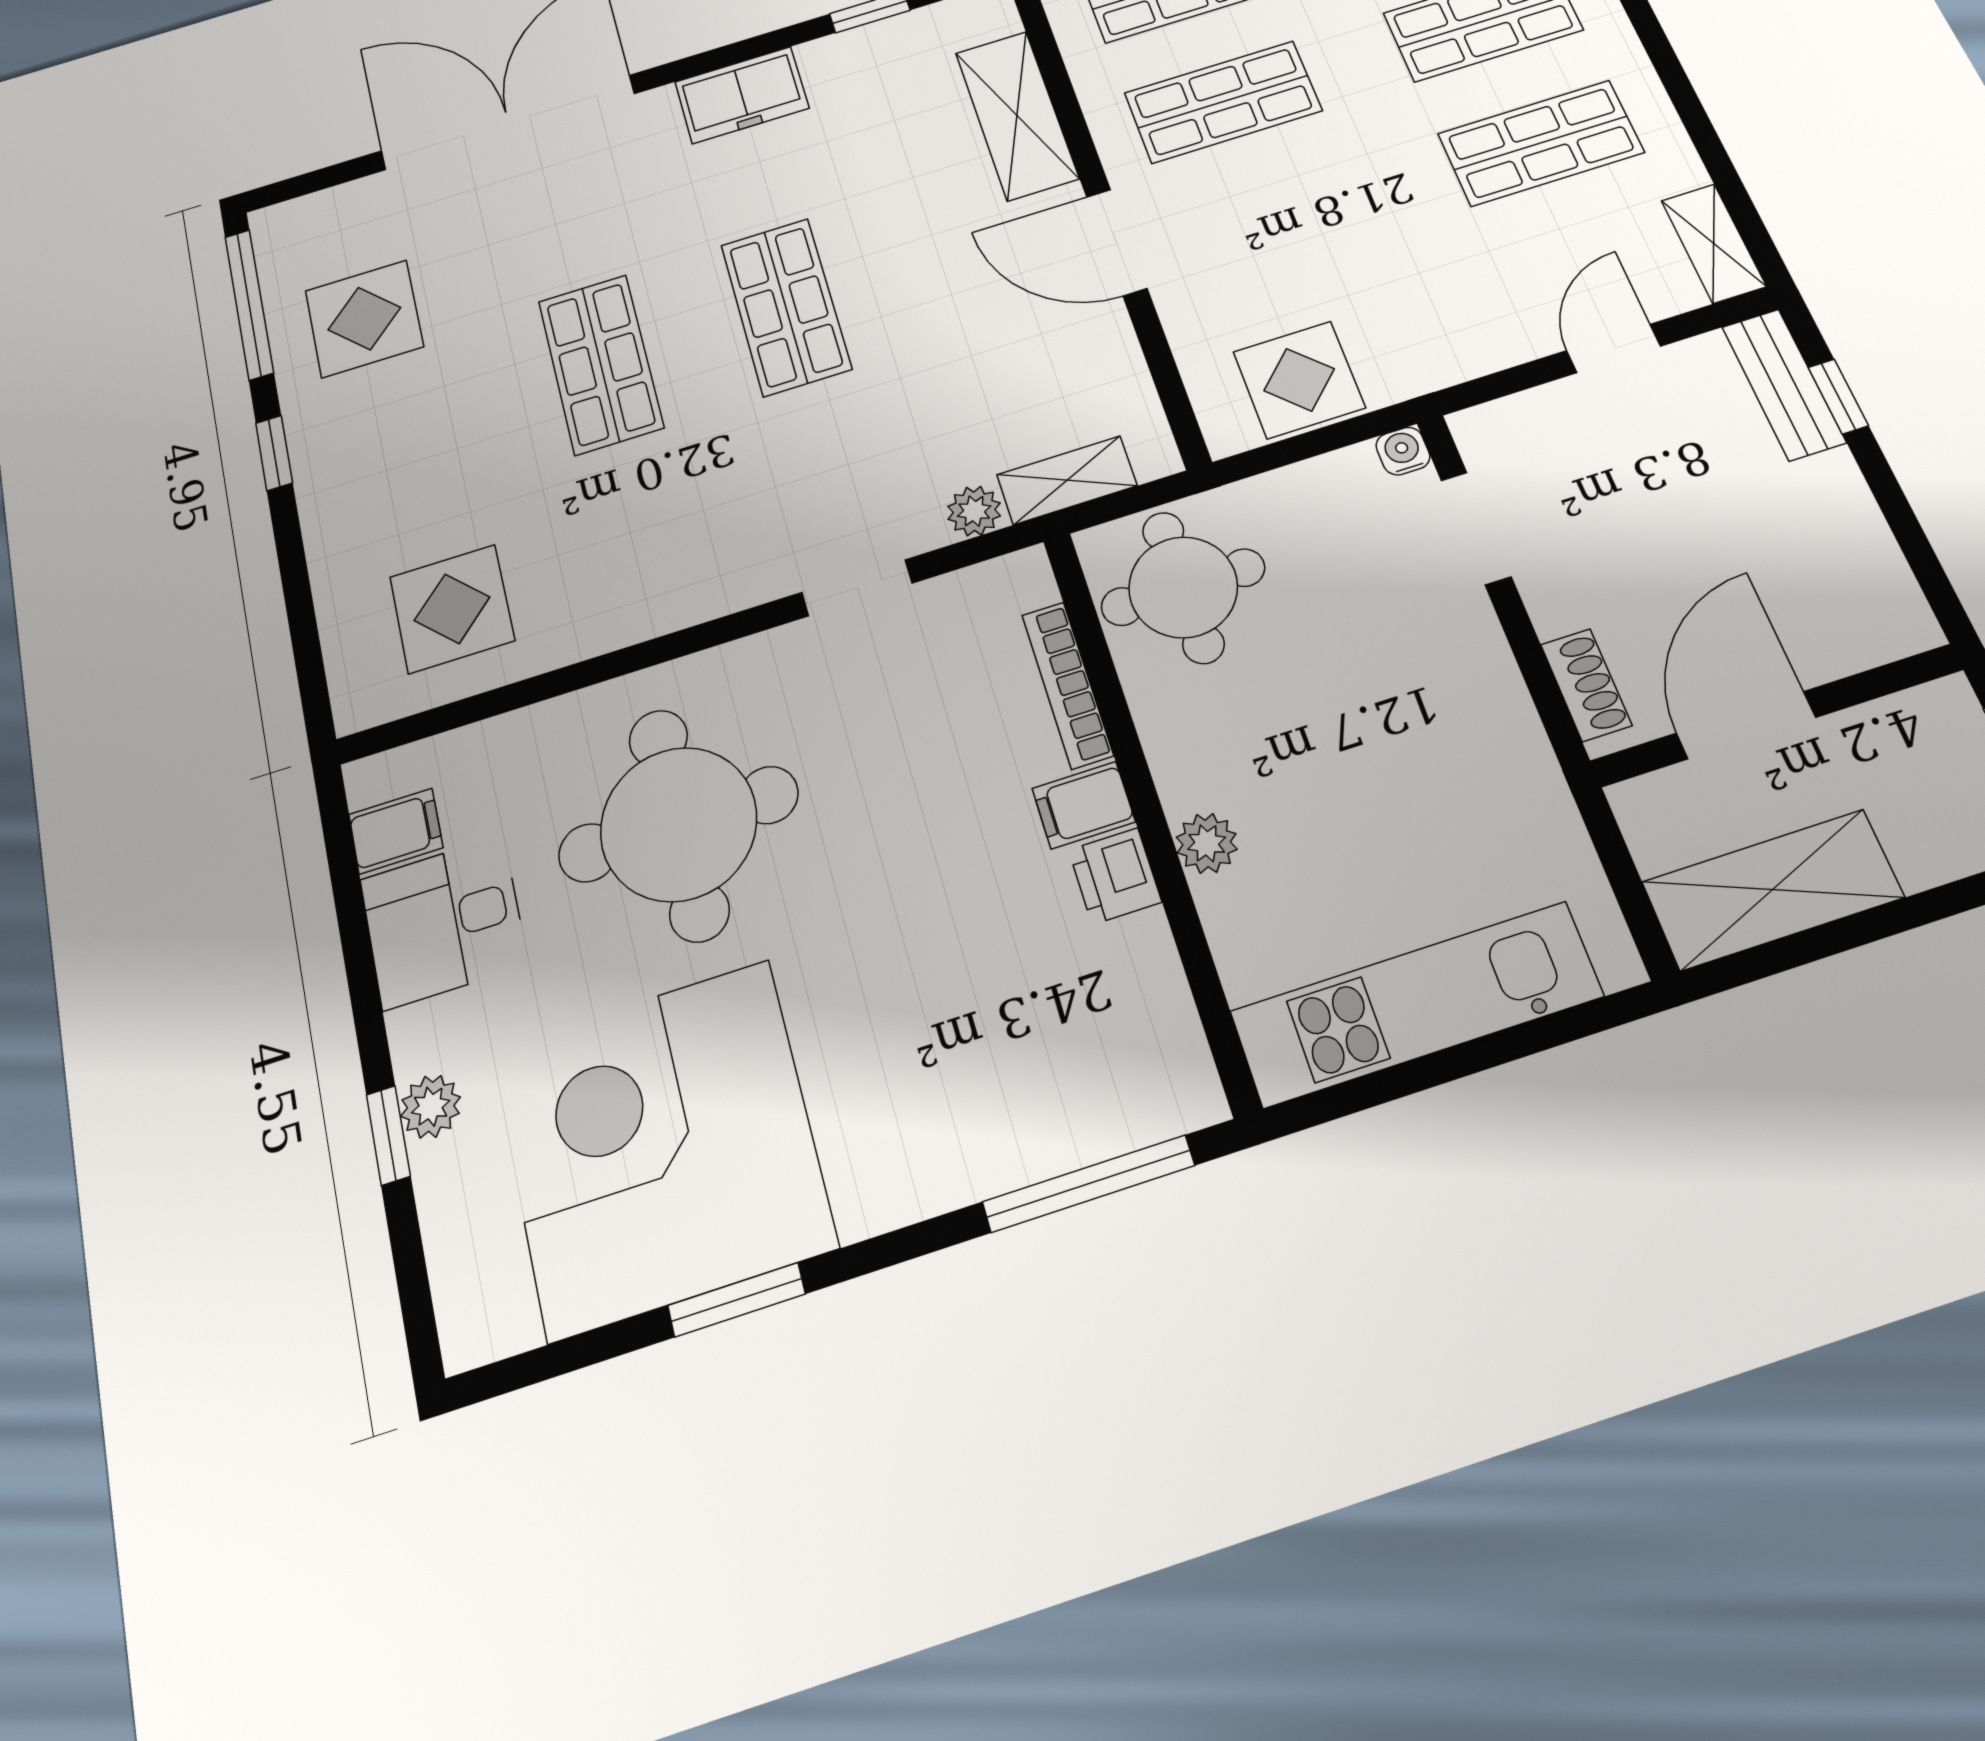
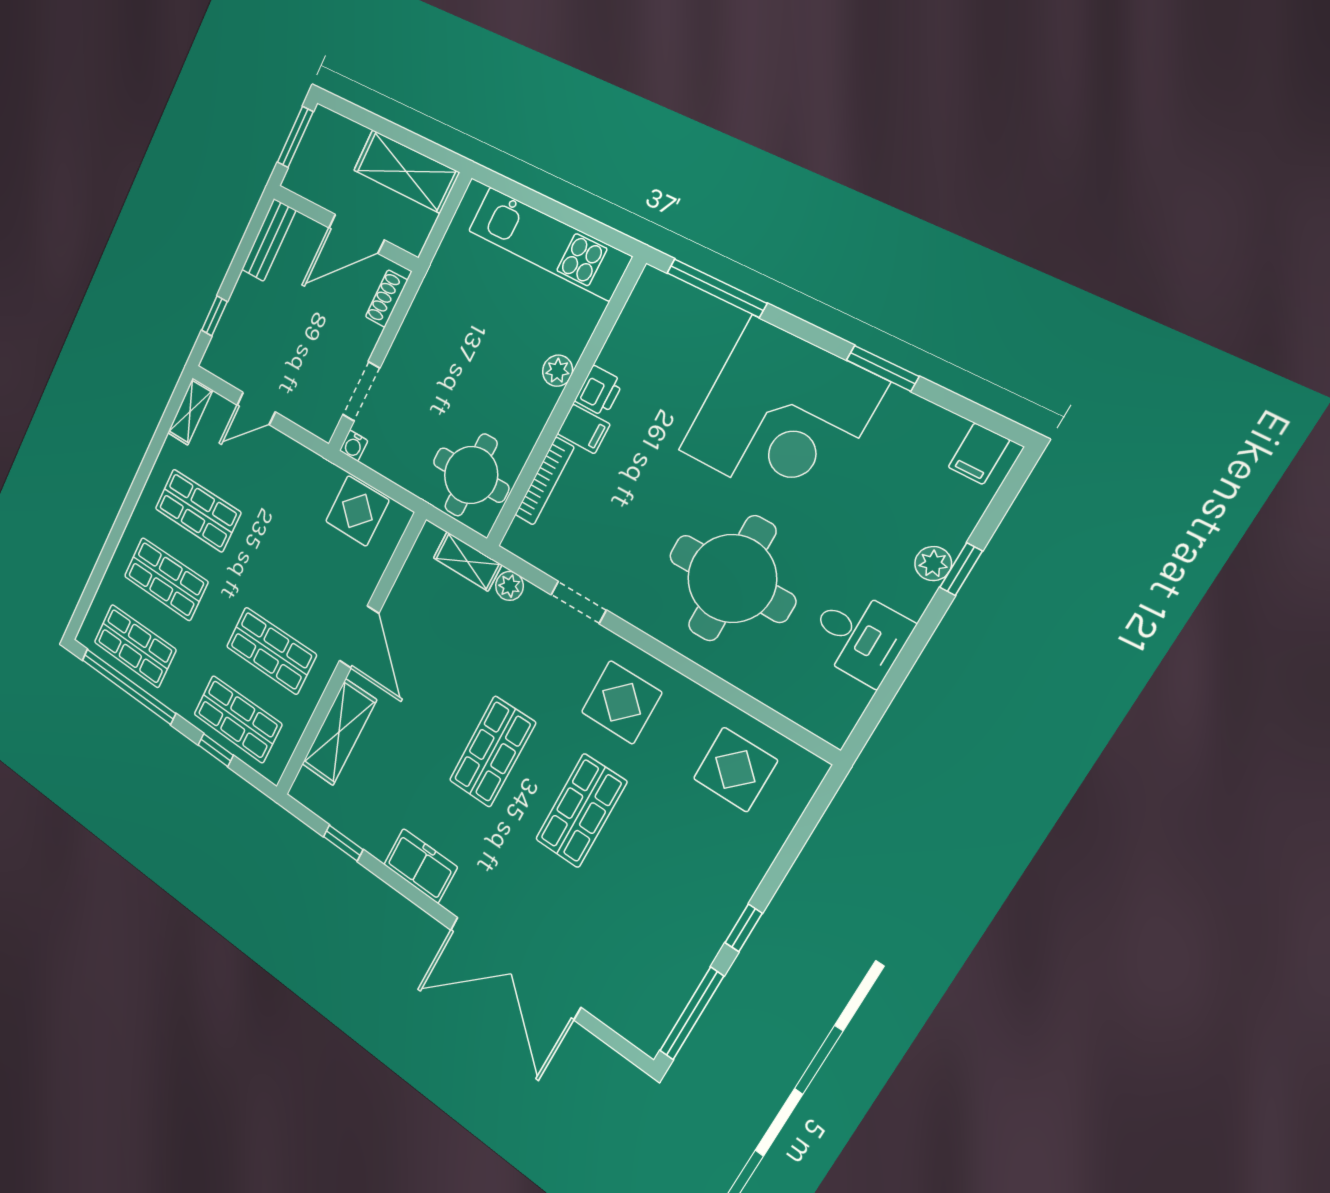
display table: (364, 319) -> (622, 702), moved
bench: (1784, 384) -> (269, 240), moved
filing cabinet: (396, 831) -> (979, 454), moved, turned -90
corner desk: (661, 1147) -> (782, 417), moved

